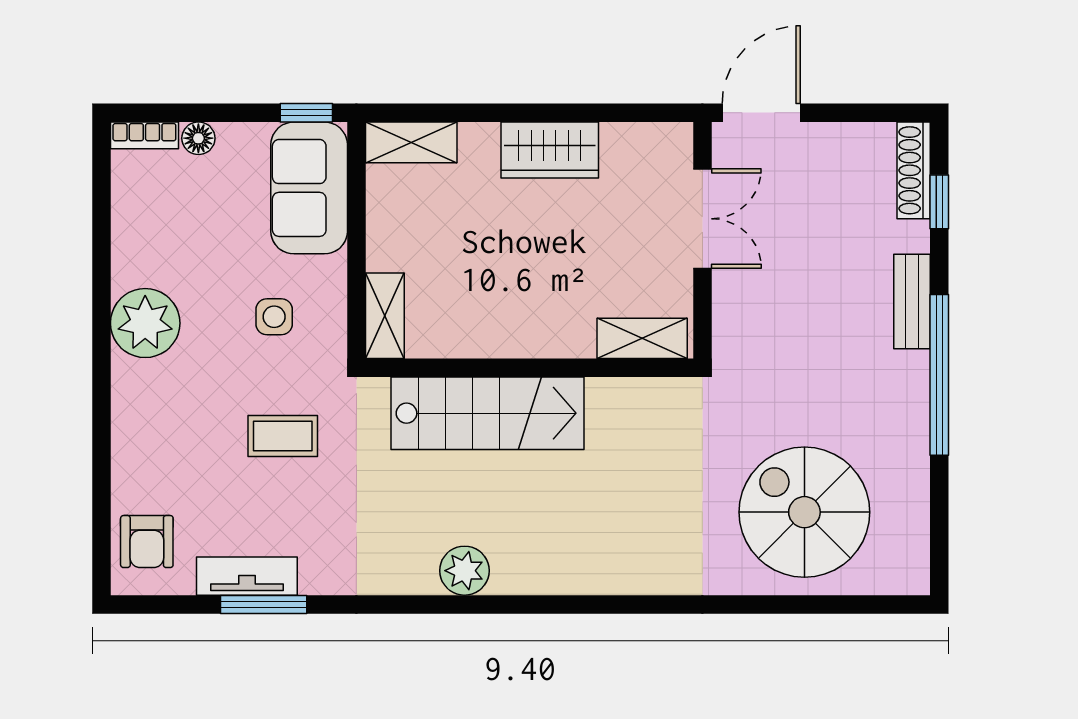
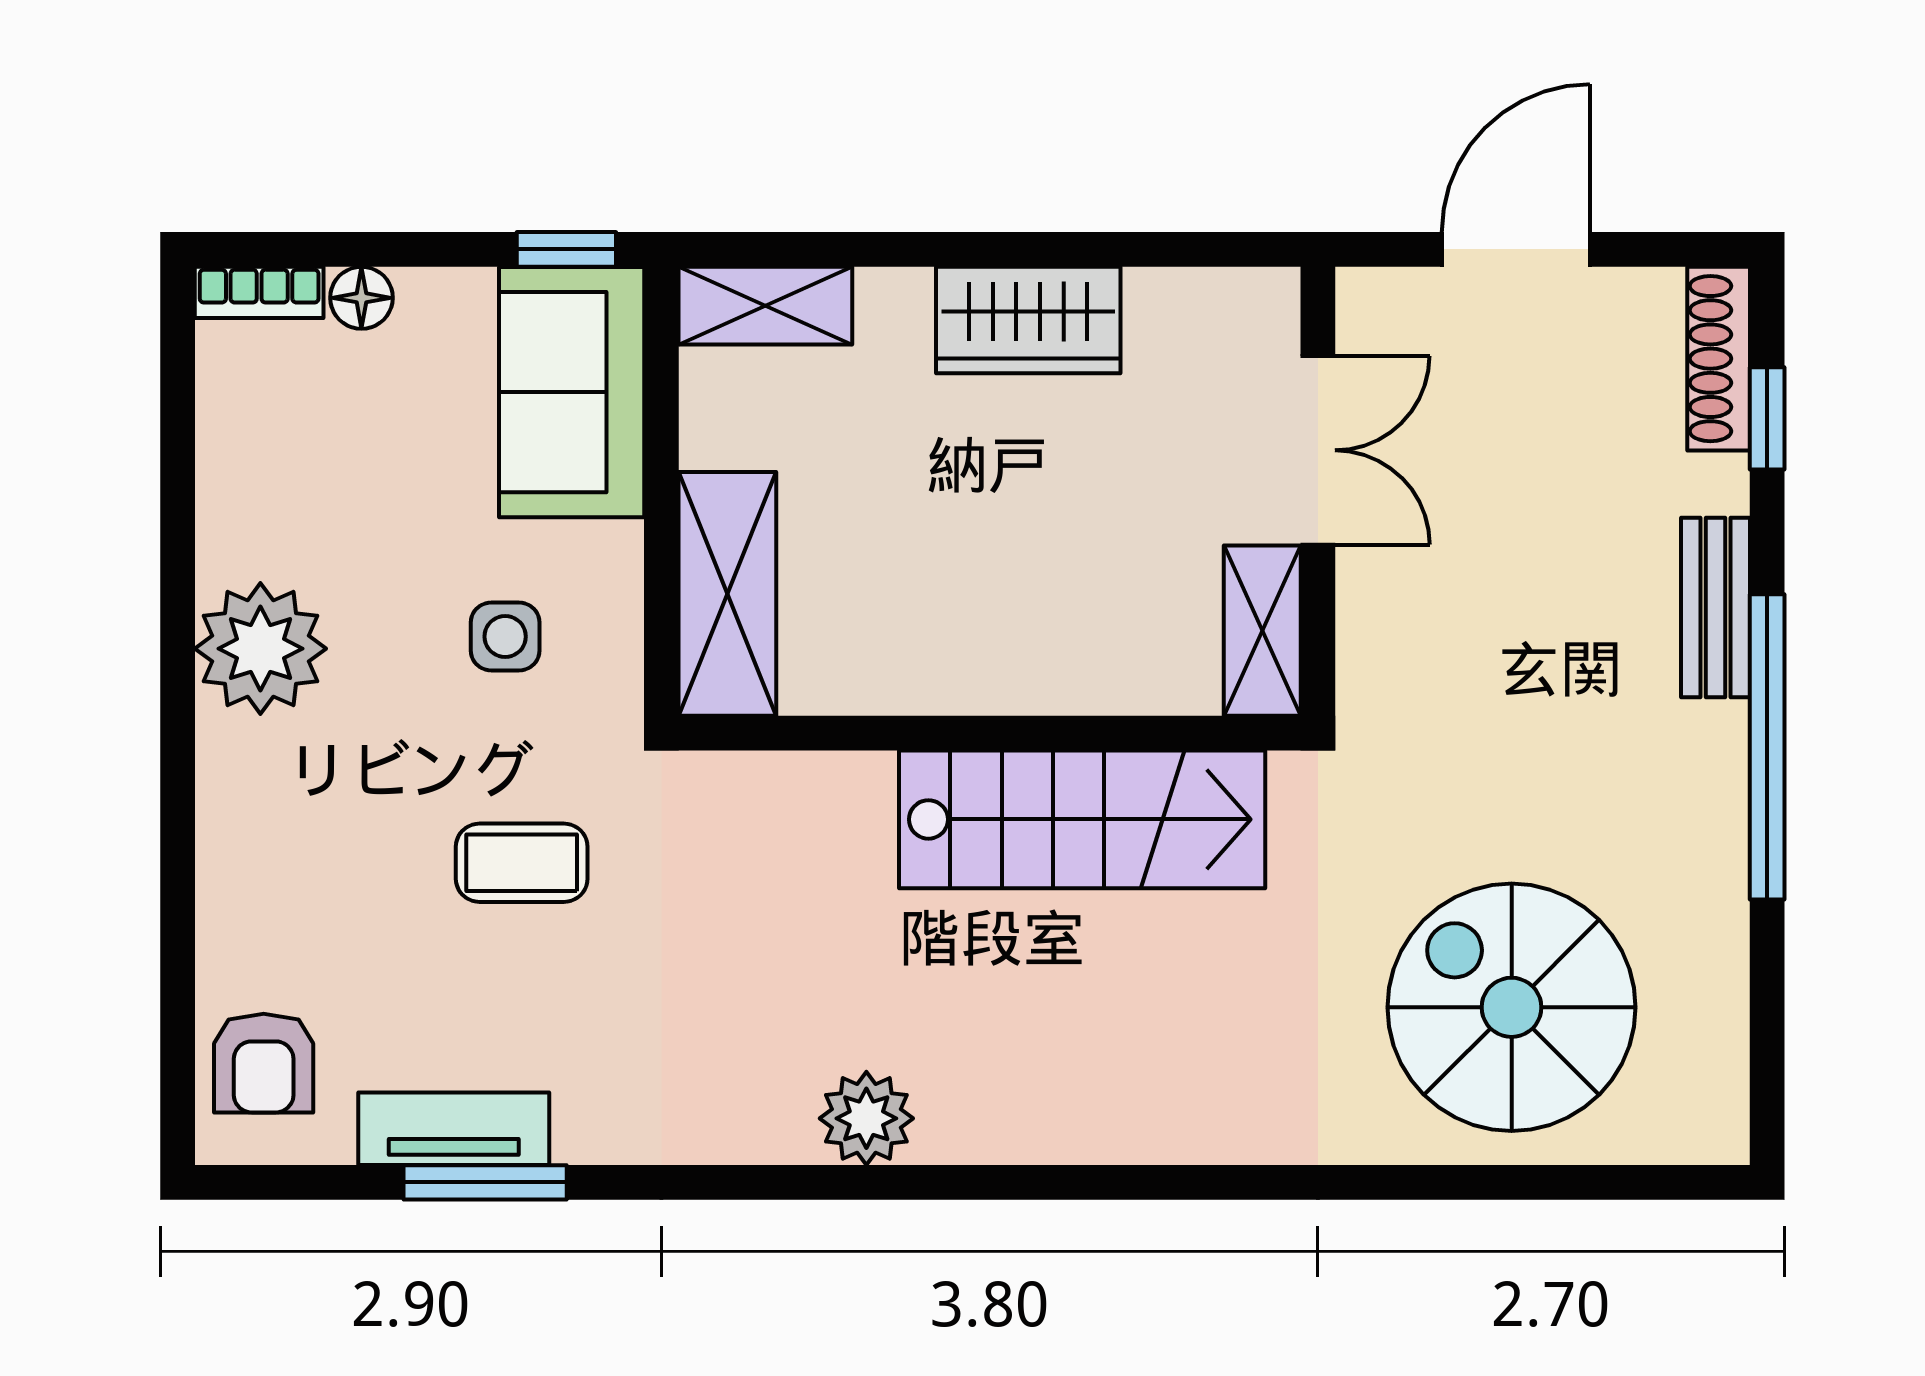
door: (761, 113) -> (1516, 249), moved
shelving: (385, 316) -> (727, 594), width x1.50, depth x1.33
shelving: (642, 338) -> (1262, 631), moved, turned 90
stairs: (488, 413) -> (1082, 819), moved

